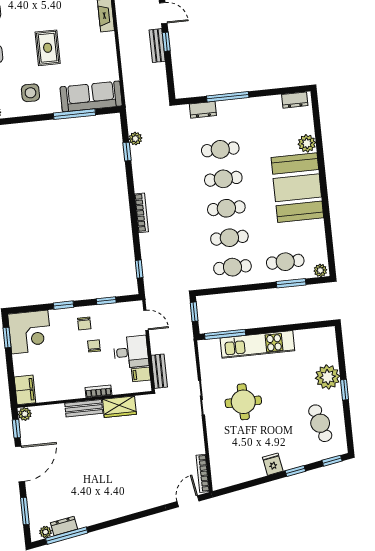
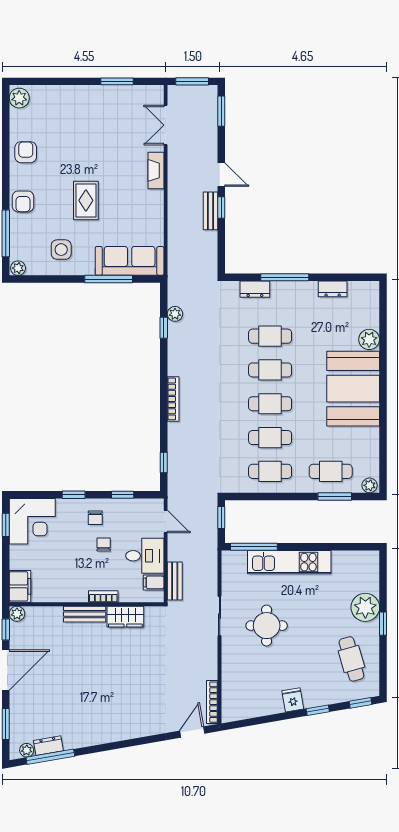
dresser: (295, 100) -> (333, 289), moved

